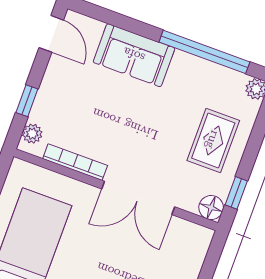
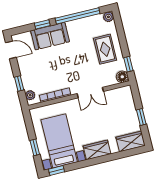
window: (134, 26) -> (42, 24), added
double door: (138, 198) -> (90, 93), width x0.73

